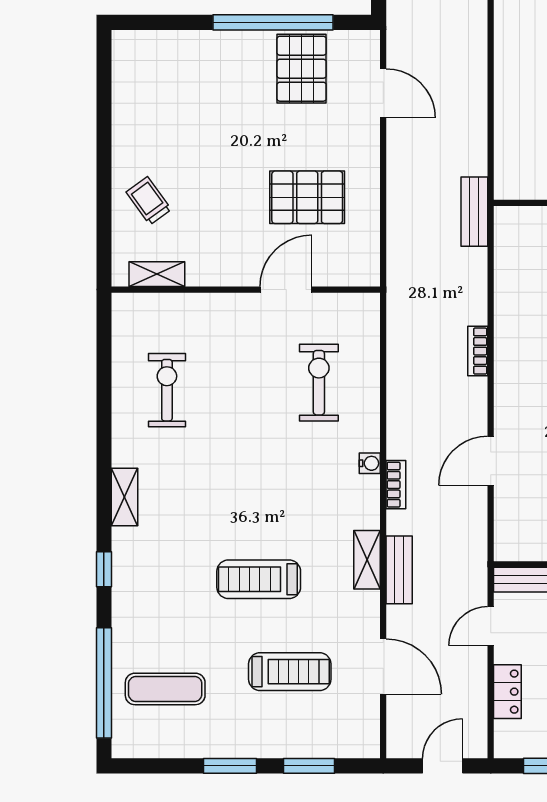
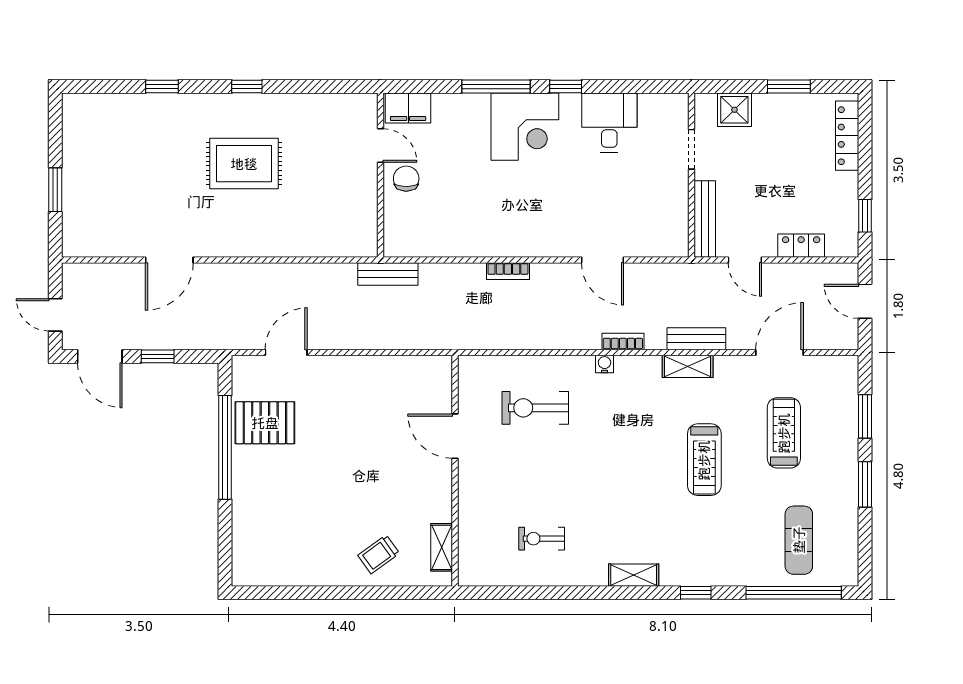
pallet: (307, 197) -> (376, 418), removed
exercise bike: (167, 390) -> (542, 539), width x0.73, depth x0.72

